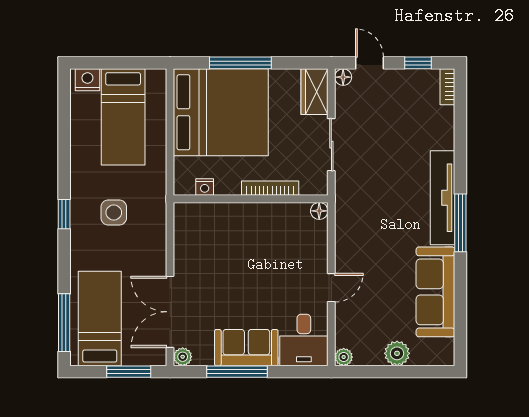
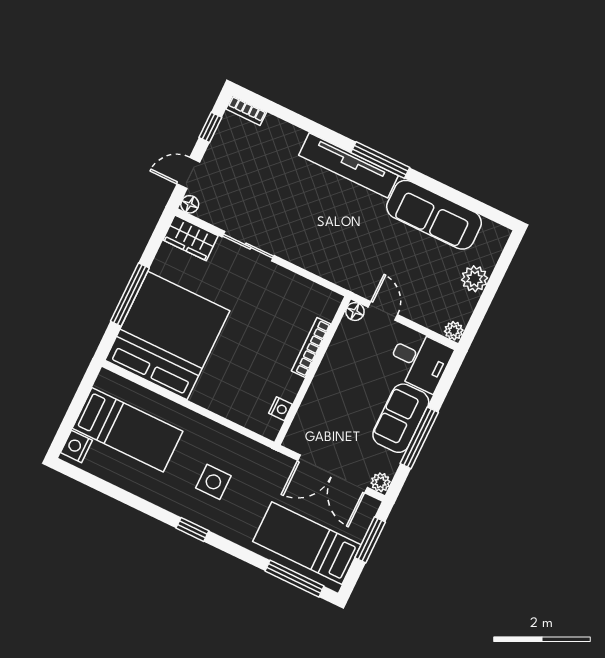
nightstand: (205, 187) -> (280, 409), moved
bookcase: (270, 188) -> (311, 347), moved
wall: (251, 199) -> (313, 371), moved
floor lamp: (319, 211) -> (355, 312), moved

